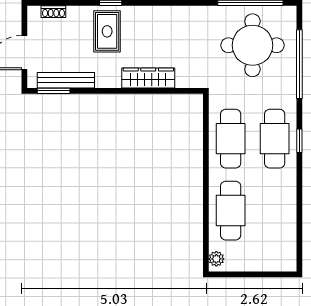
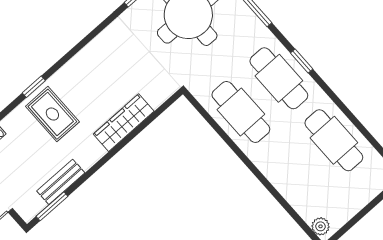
bench: (66, 80) -> (61, 182), width x0.73
cafe table: (231, 211) -> (334, 140), moved

